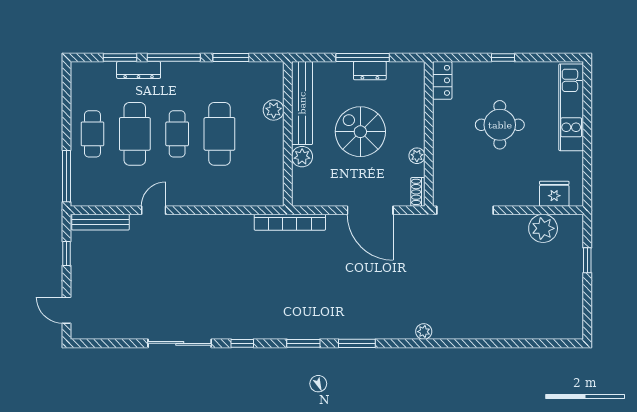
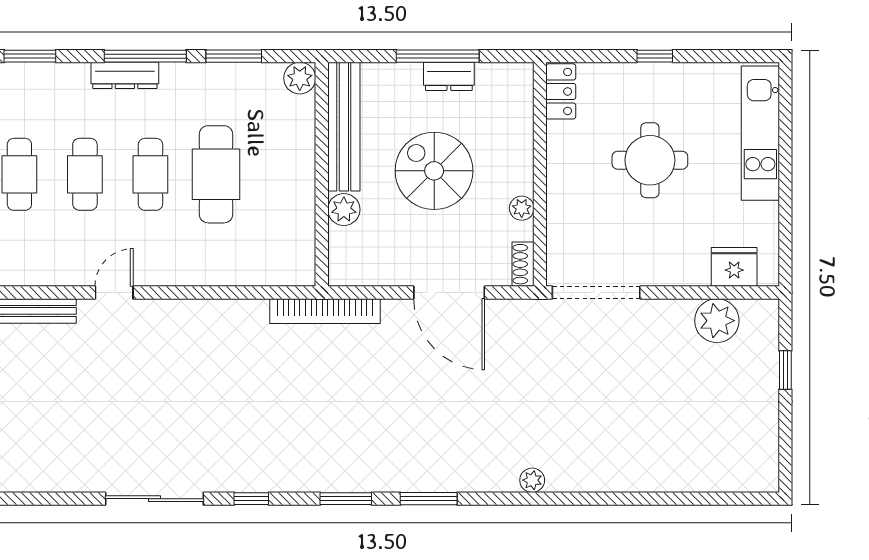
window: (120, 58) -> (30, 56), moved
dresser: (139, 70) -> (125, 75), moved
plant: (274, 110) -> (300, 78), moved
cafe table: (135, 134) -> (85, 174), width x0.73, depth x0.74

